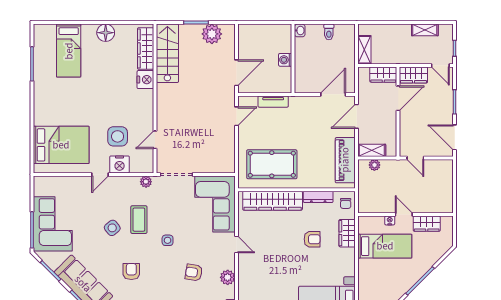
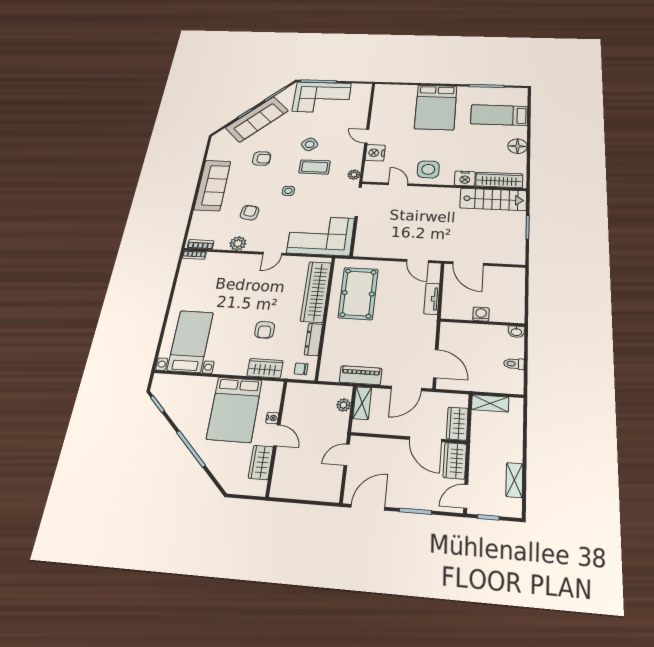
plant: (212, 34) -> (514, 242), removed
door: (357, 116) -> (406, 388), swing flipped
side table: (118, 136) -> (428, 169), moved
bed: (61, 145) -> (436, 107), moved
piano: (345, 160) -> (361, 375), width x0.73, depth x0.75
door: (404, 215) -> (277, 435), hinge flipped
bed: (385, 246) -> (234, 409), width x1.50

